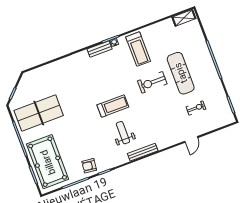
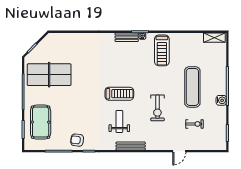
water cooler: (213, 76) -> (221, 100), added
exercise bike: (152, 82) -> (157, 108), moved, turned -90
pool table: (48, 162) -> (41, 122), width x0.73, depth x0.76

